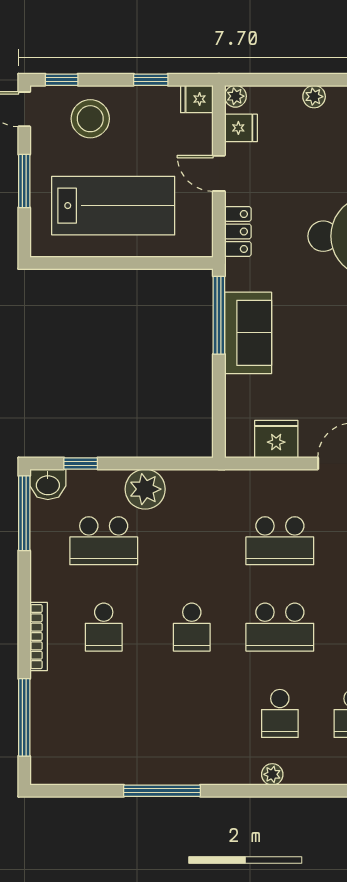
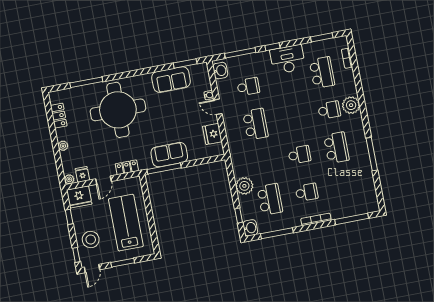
fridge: (197, 99) -> (79, 197), width x1.88, depth x1.34
window: (24, 513) -> (277, 233), moved
school desk: (280, 627) -> (336, 148), moved
plant: (272, 774) -> (351, 105), width x1.88, depth x1.88

